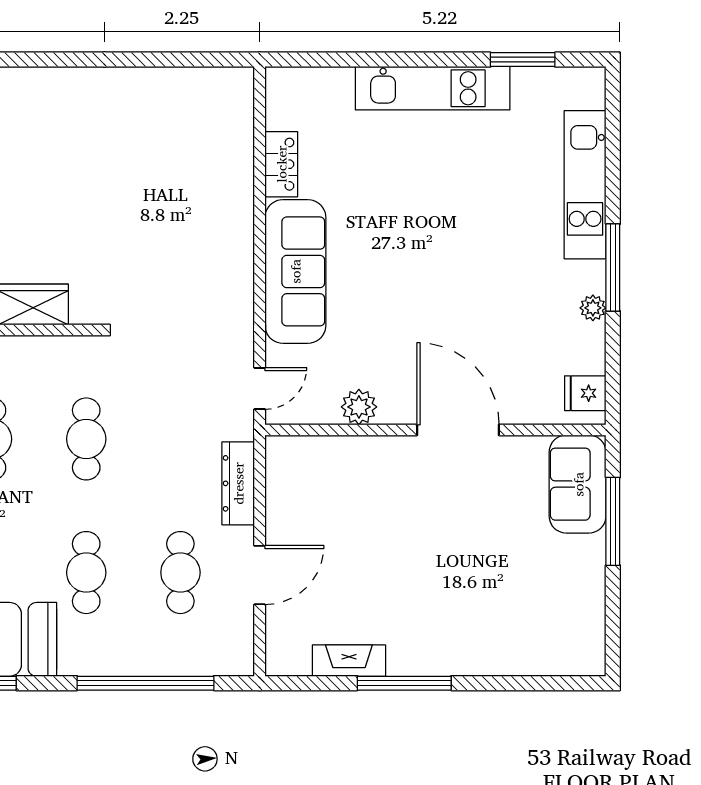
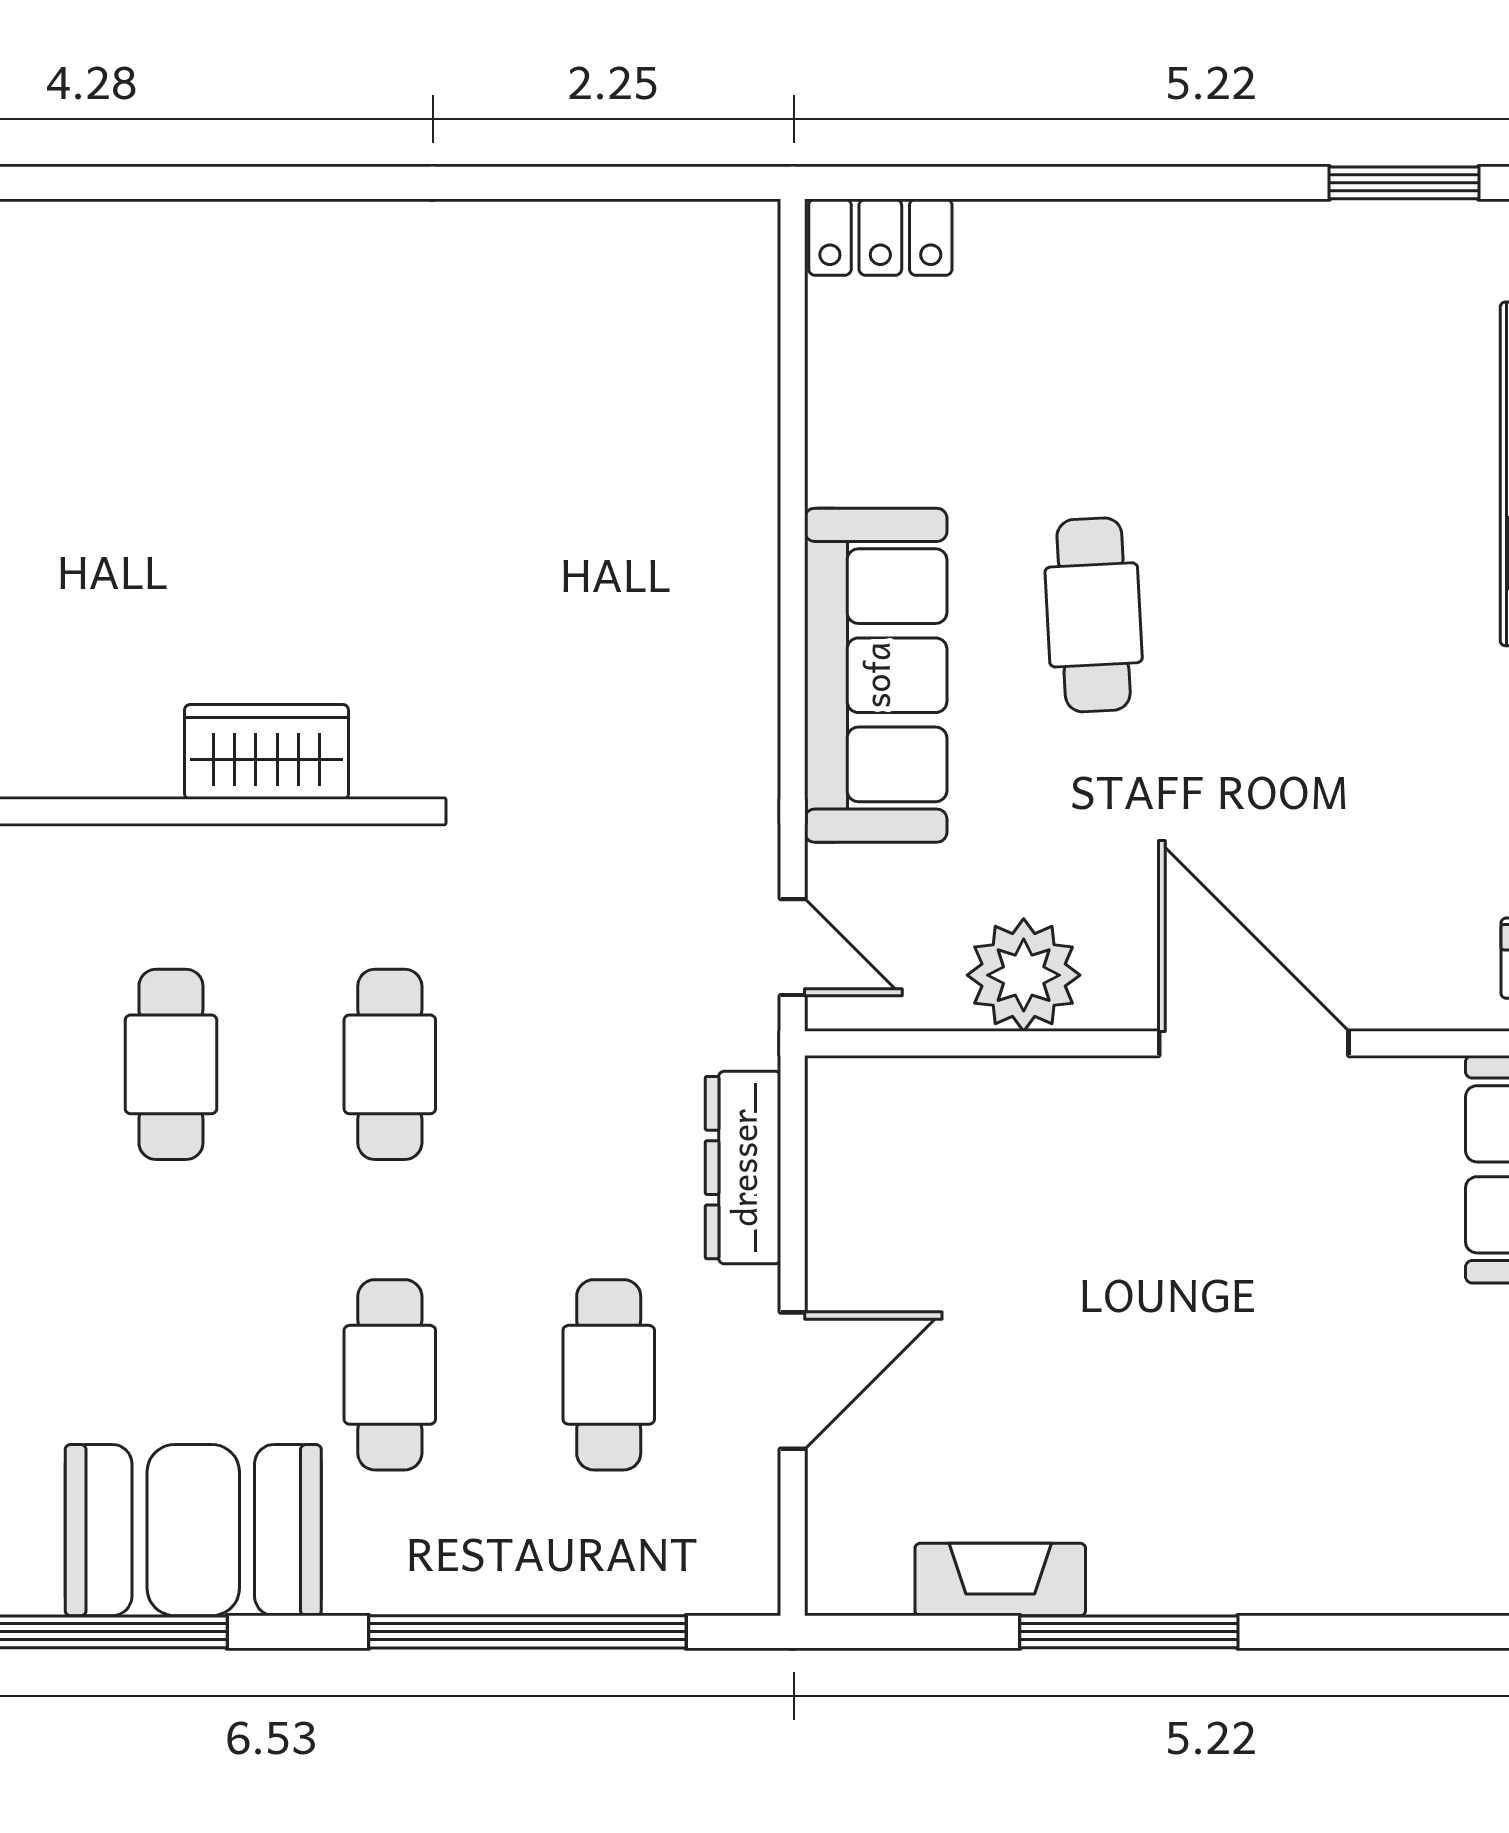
kitchen unit: (433, 88) -> (1195, 250), removed
locker: (281, 164) -> (880, 237), moved, turned 90
cafe table: (389, 245) -> (1094, 615), added
door: (260, 388) -> (793, 947), hinge flipped
plant: (359, 407) -> (1024, 975), width x1.36, depth x1.36

